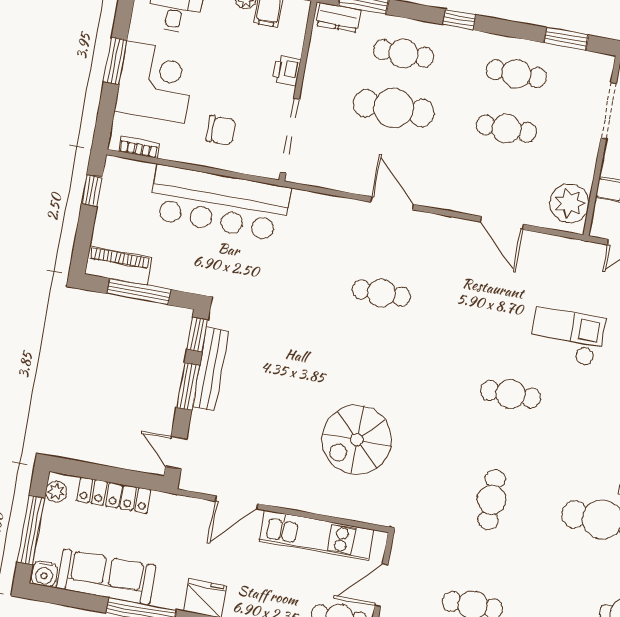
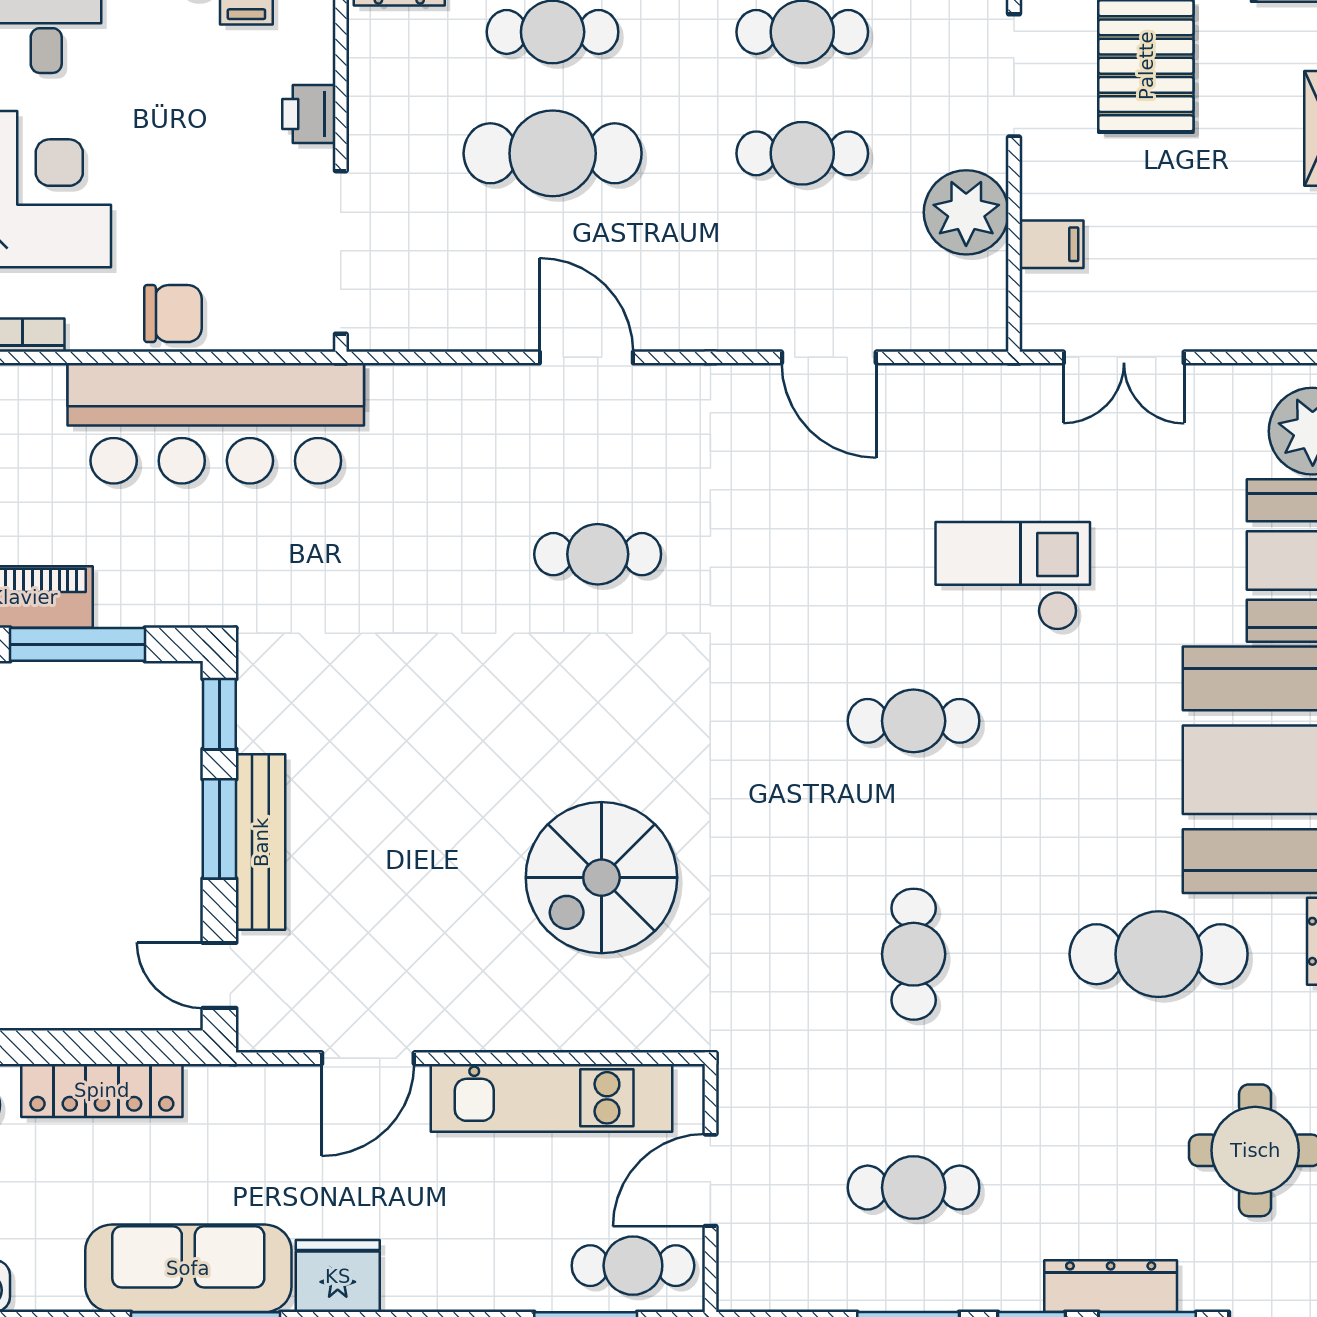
chair: (221, 130) -> (173, 314), moved
plant: (570, 203) -> (966, 212), moved
bench: (210, 369) -> (261, 842), moved
sofa: (106, 577) -> (188, 1268), moved

